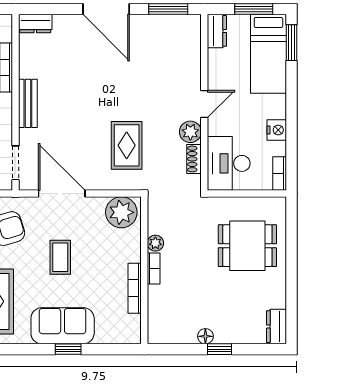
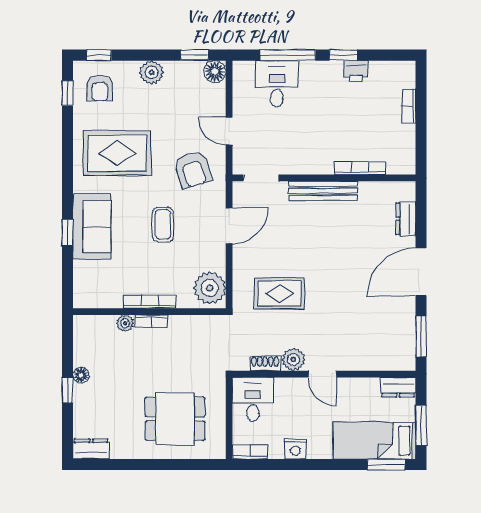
dresser: (35, 24) -> (406, 219), moved
bench: (28, 103) -> (323, 191), width x1.36
desk: (229, 163) -> (253, 399), width x0.73
door: (62, 194) -> (229, 226), width x0.73
plant: (155, 243) -> (125, 323), moved
dining table: (247, 246) -> (175, 419), turned 90
coffee table: (60, 257) -> (163, 224), turned 90
bookcase: (135, 288) -> (150, 302), moved

